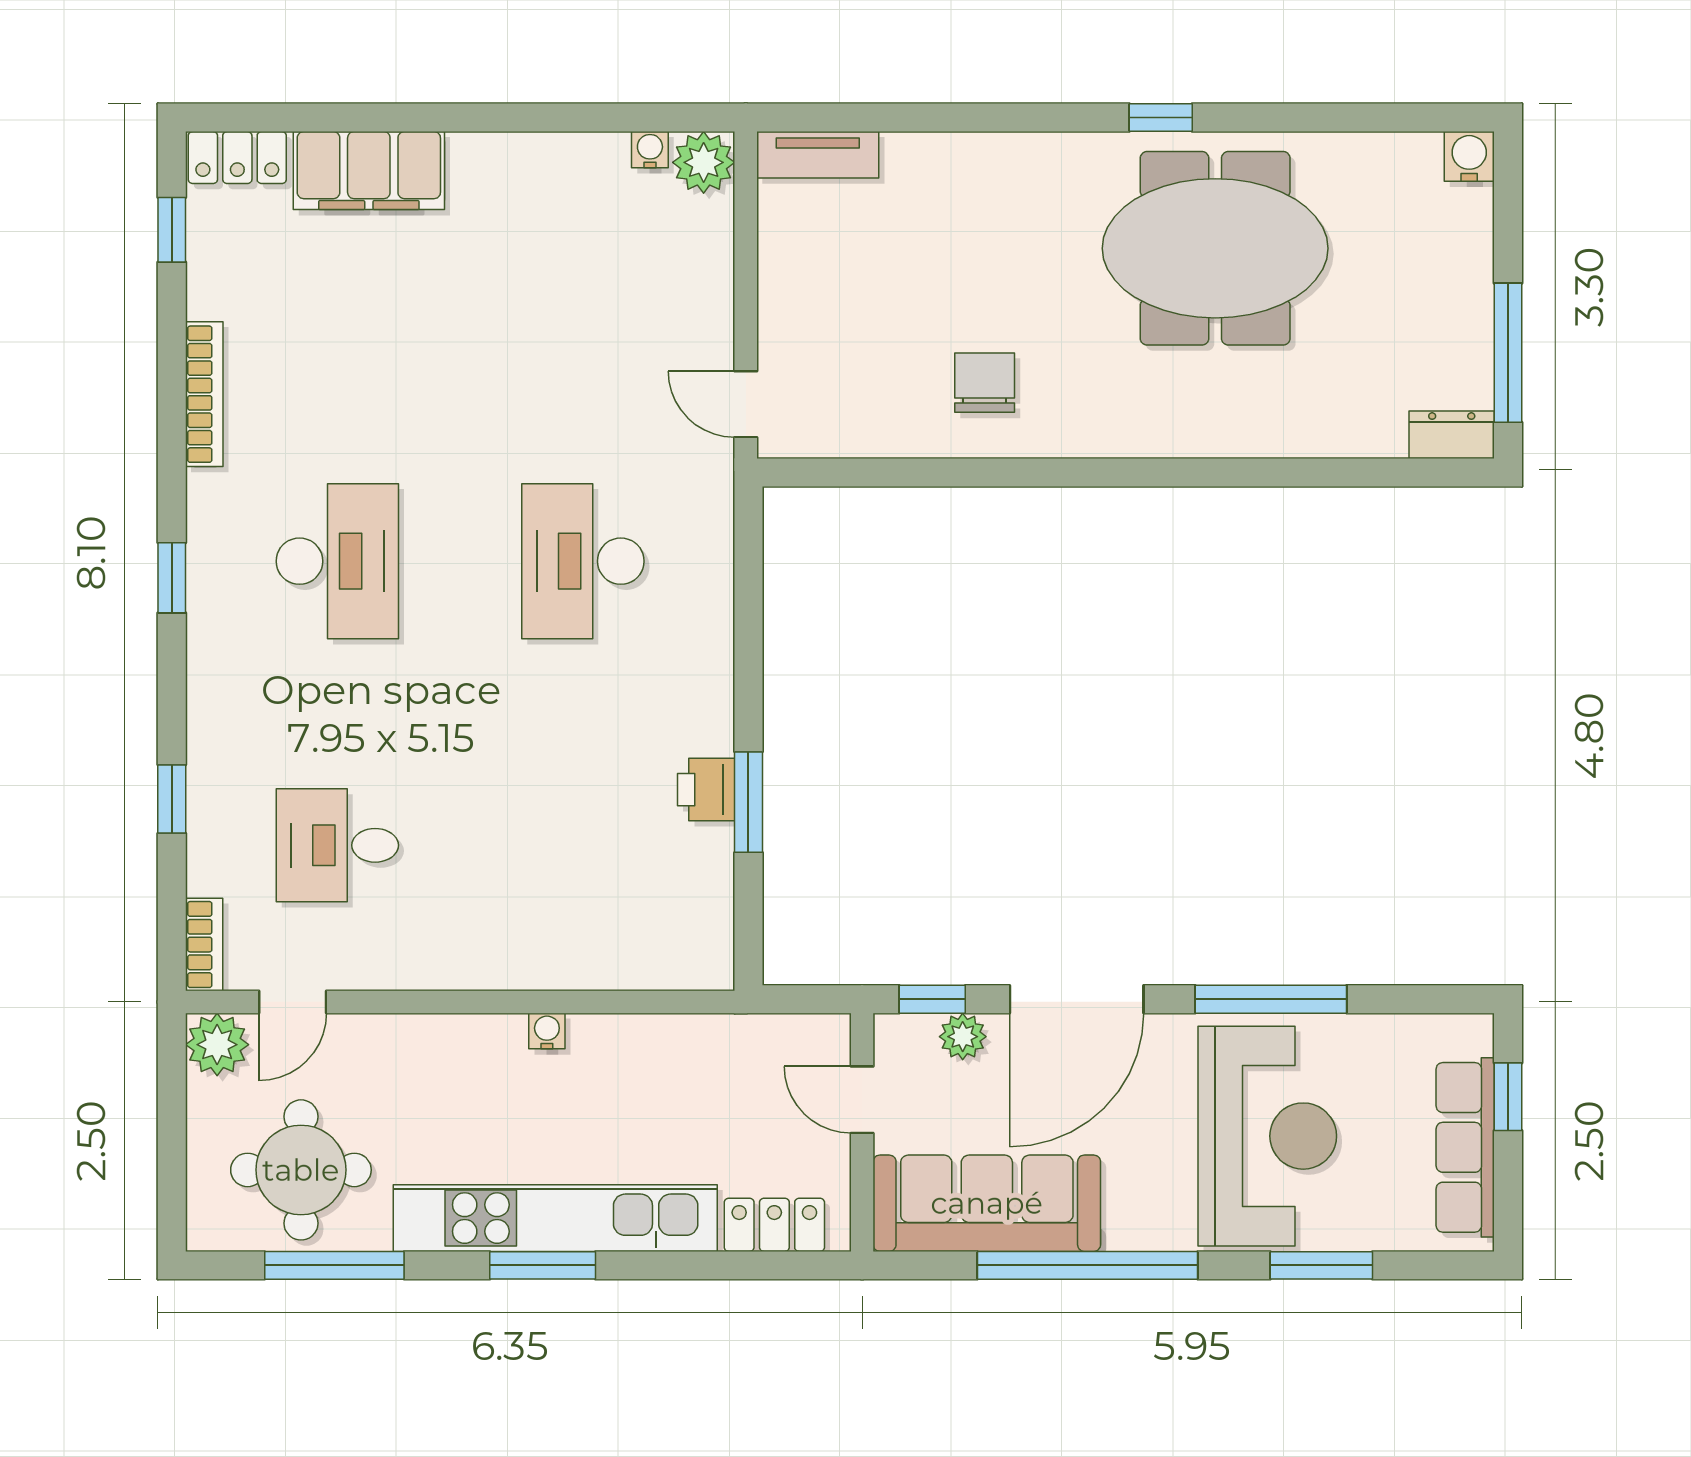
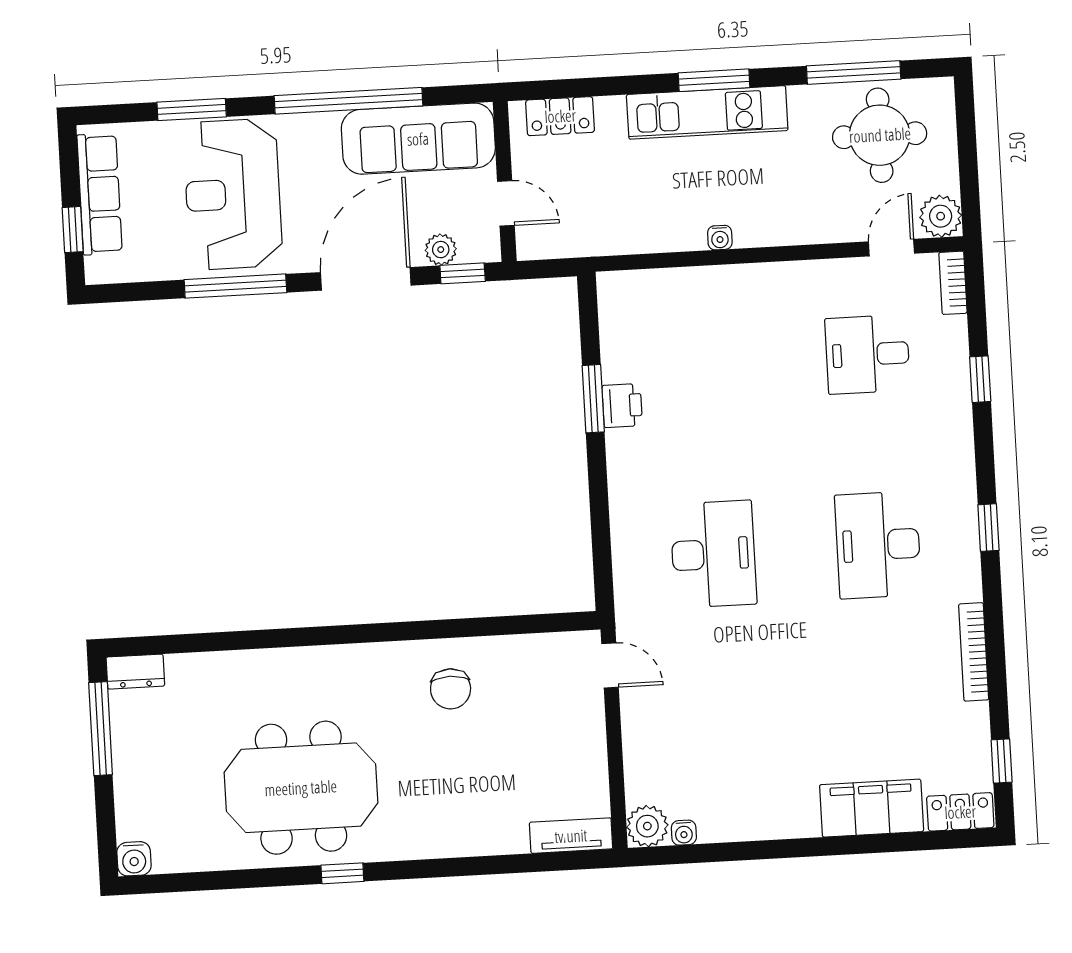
desk: (337, 845) -> (867, 354), turned 180
kitchen unit: (555, 1218) -> (707, 112), width x0.73

